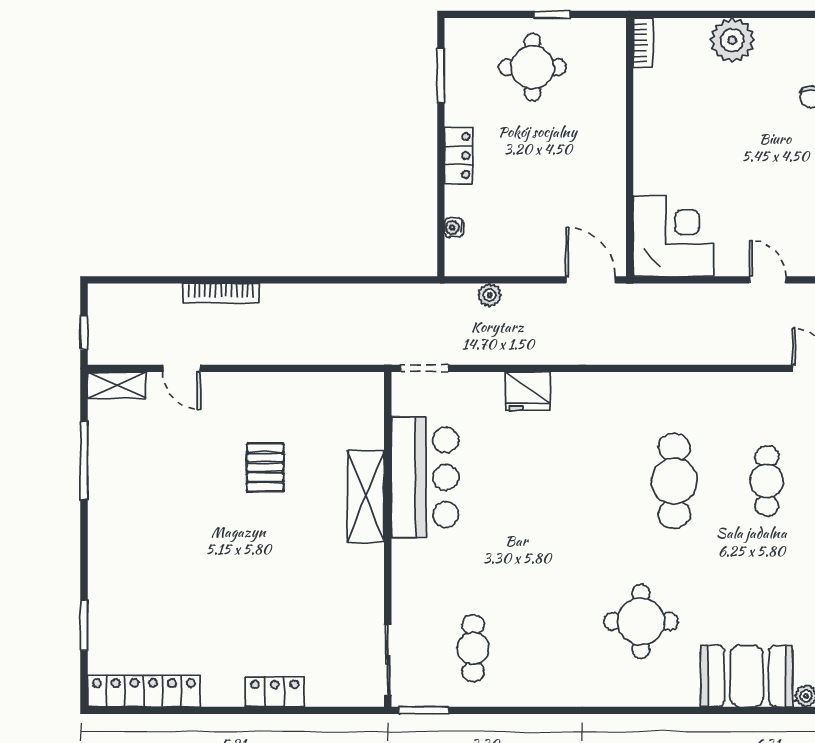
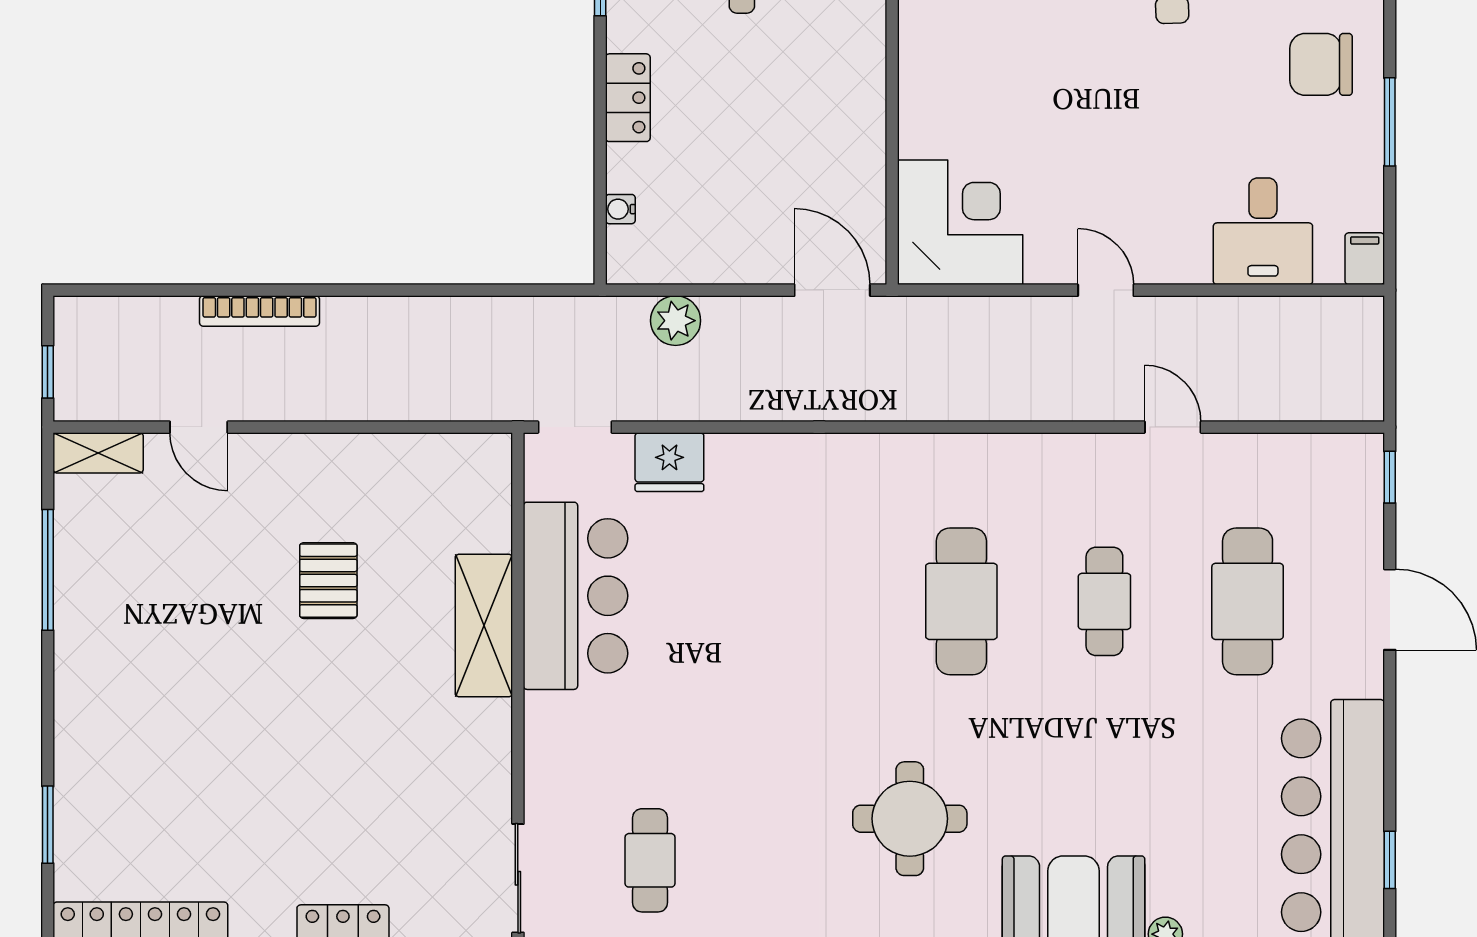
plant: (490, 295) -> (676, 321), width x1.38, depth x1.38
fridge: (528, 391) -> (669, 462), moved

